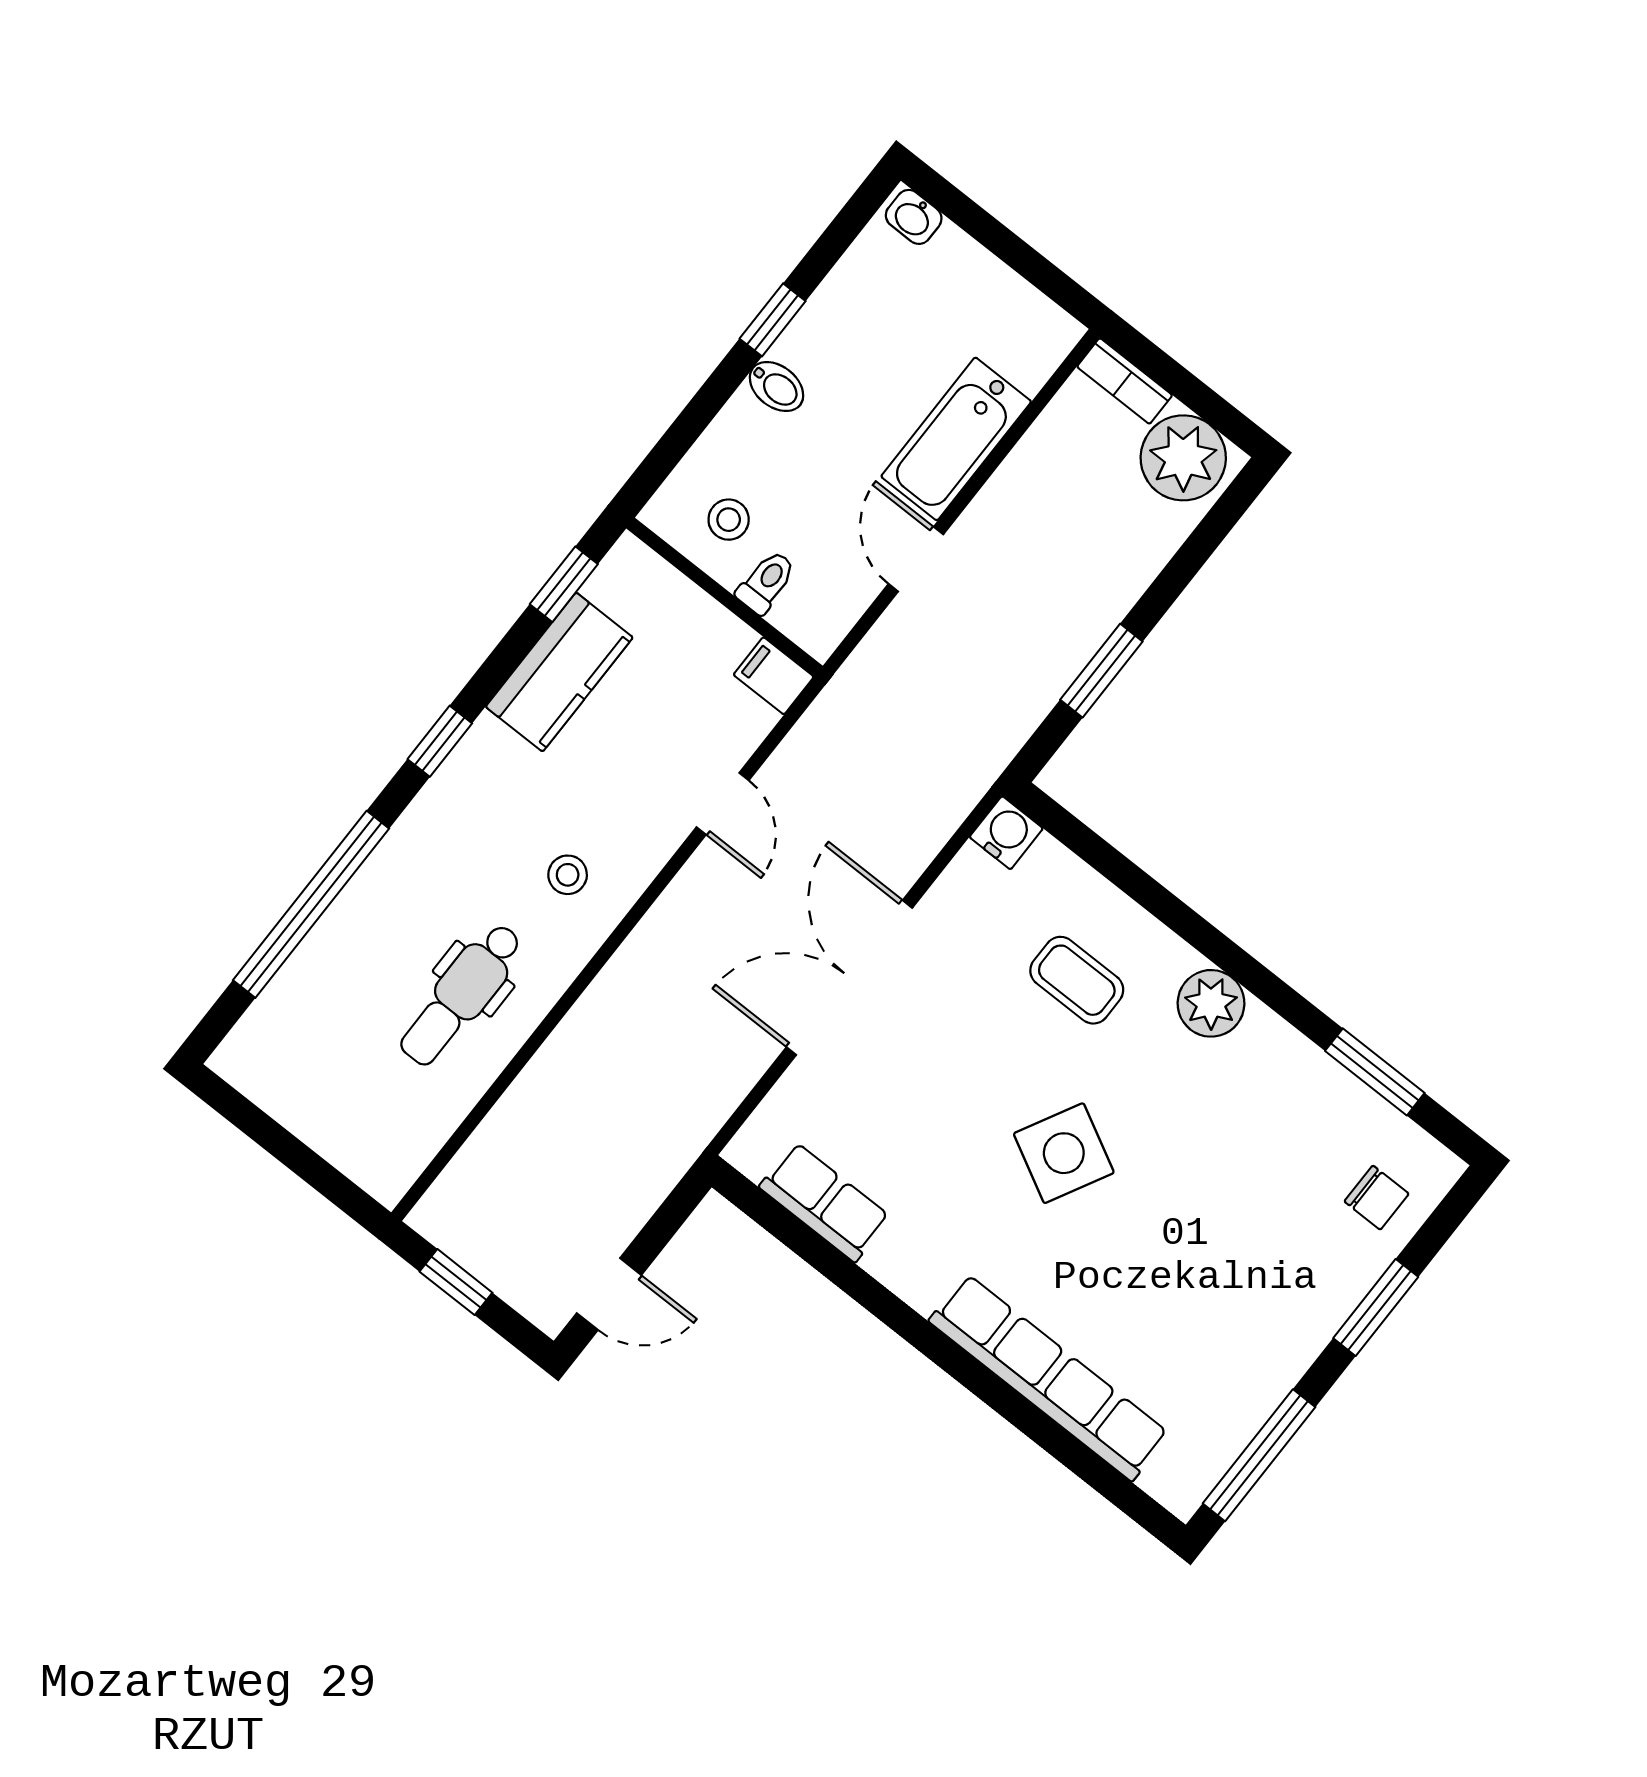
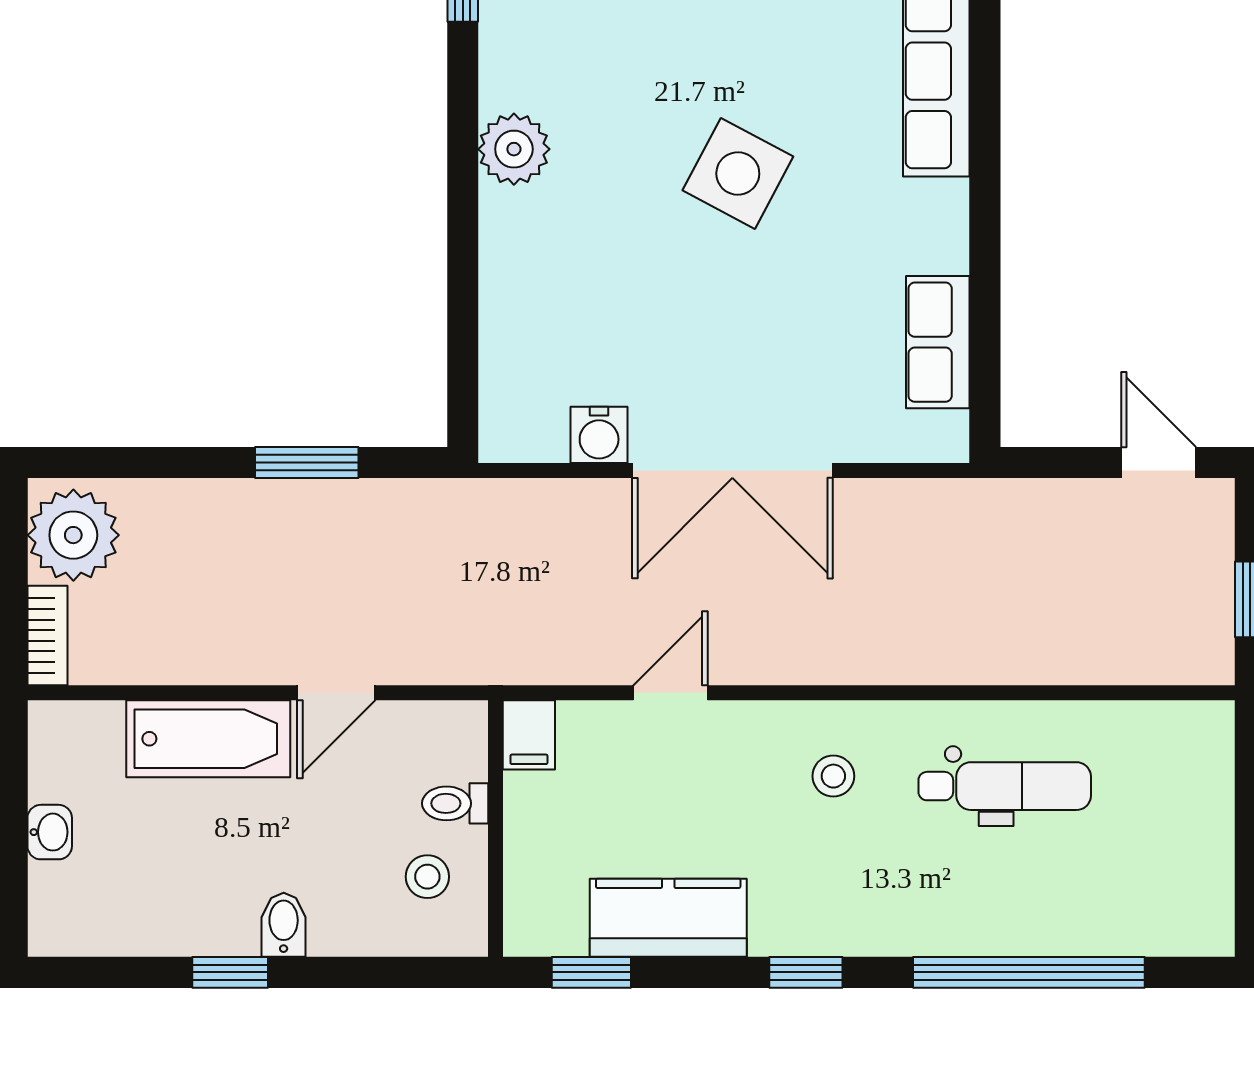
washbasin: (914, 217) -> (50, 832), moved
water cooler: (1006, 833) -> (599, 435), moved, turned -90
coffee table: (1077, 980) -> (584, 278), removed

